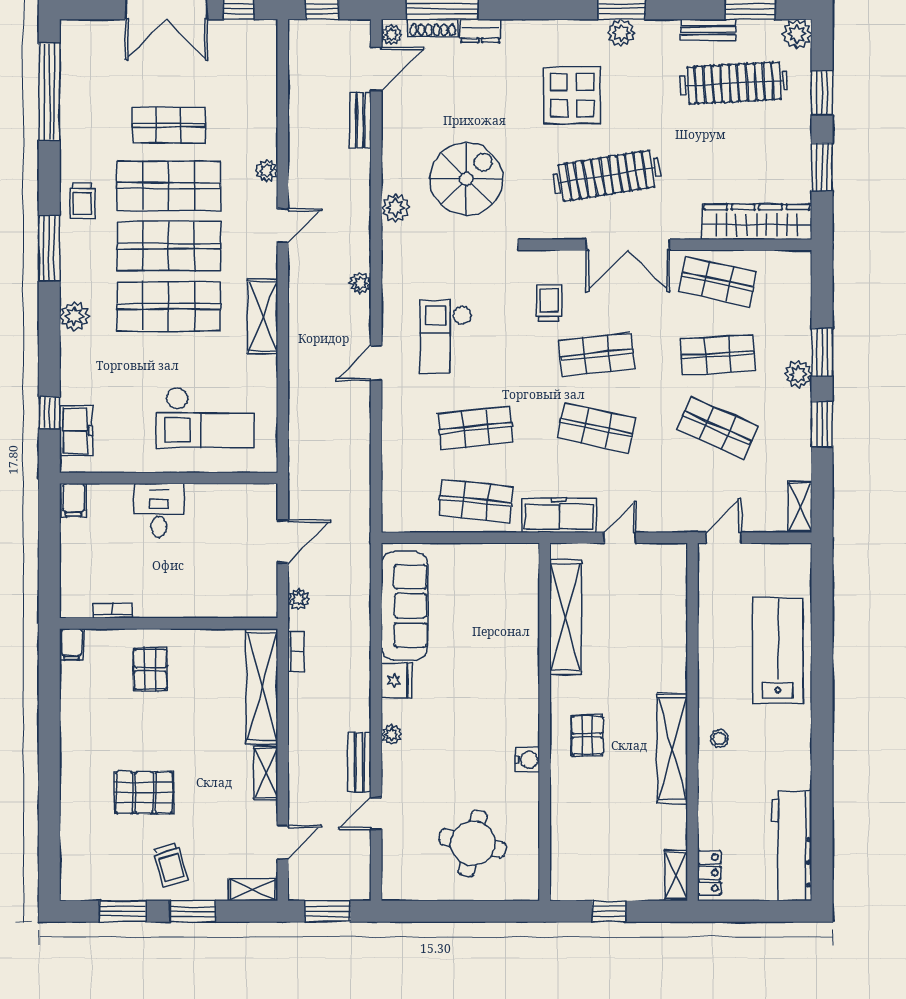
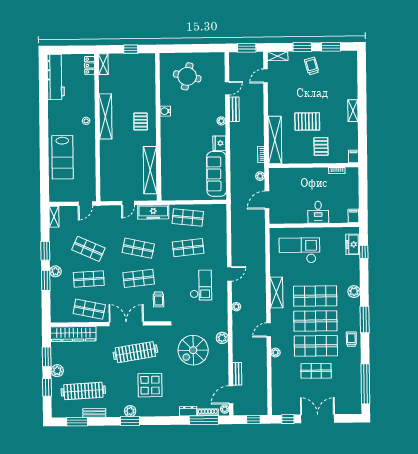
plant: (797, 34) -> (57, 371), moved
shelving: (266, 773) -> (353, 111), moved
pallet: (144, 792) -> (307, 122), moved

